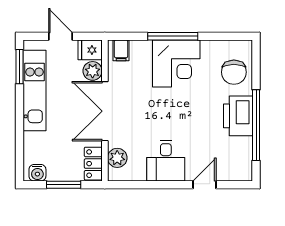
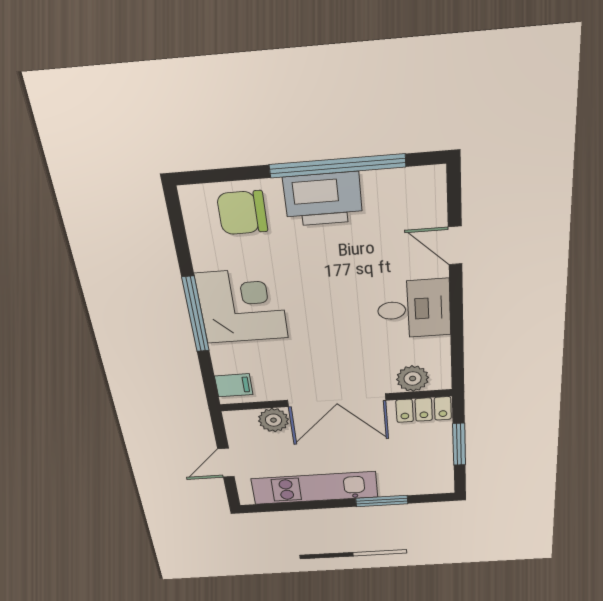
fridge: (90, 50) -> (240, 425), removed
window: (19, 67) -> (382, 501), moved
chair: (234, 72) -> (242, 213), turned 180
water cooler: (37, 173) -> (441, 477), removed

